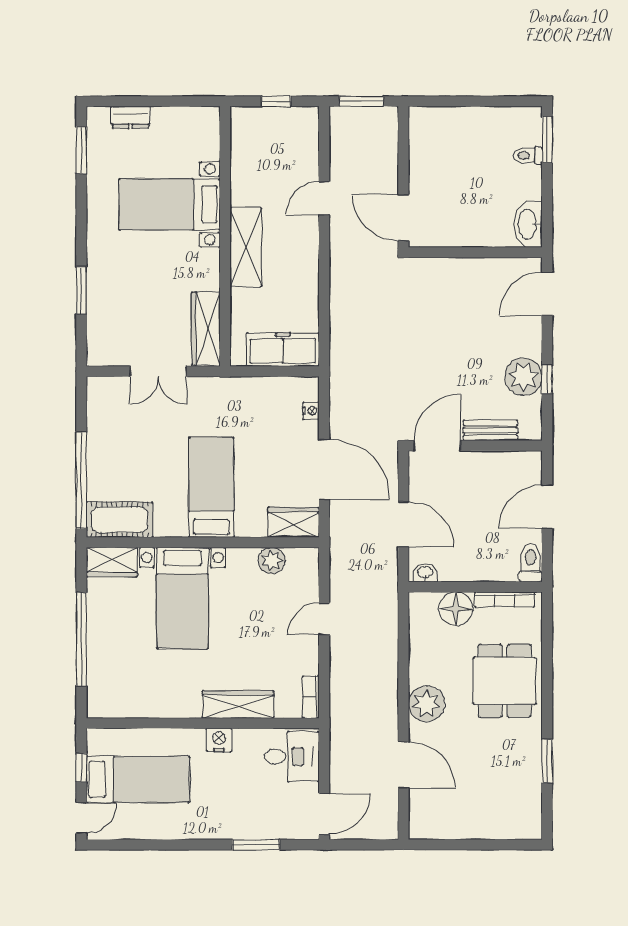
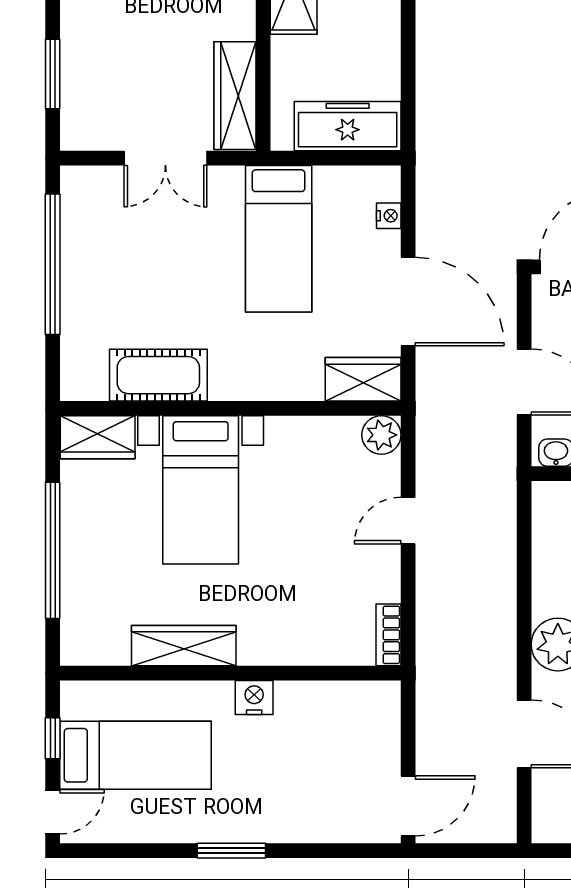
window: (81, 290) -> (53, 74), moved
window: (81, 480) -> (53, 264), moved
bed: (211, 487) -> (279, 239), moved, turned 180
cot: (120, 520) -> (158, 375), moved
plant: (272, 561) -> (381, 435), moved
wardrobe: (238, 704) -> (184, 646), moved
desk: (292, 757) -> (361, 722), removed
window: (256, 845) -> (231, 851), moved

